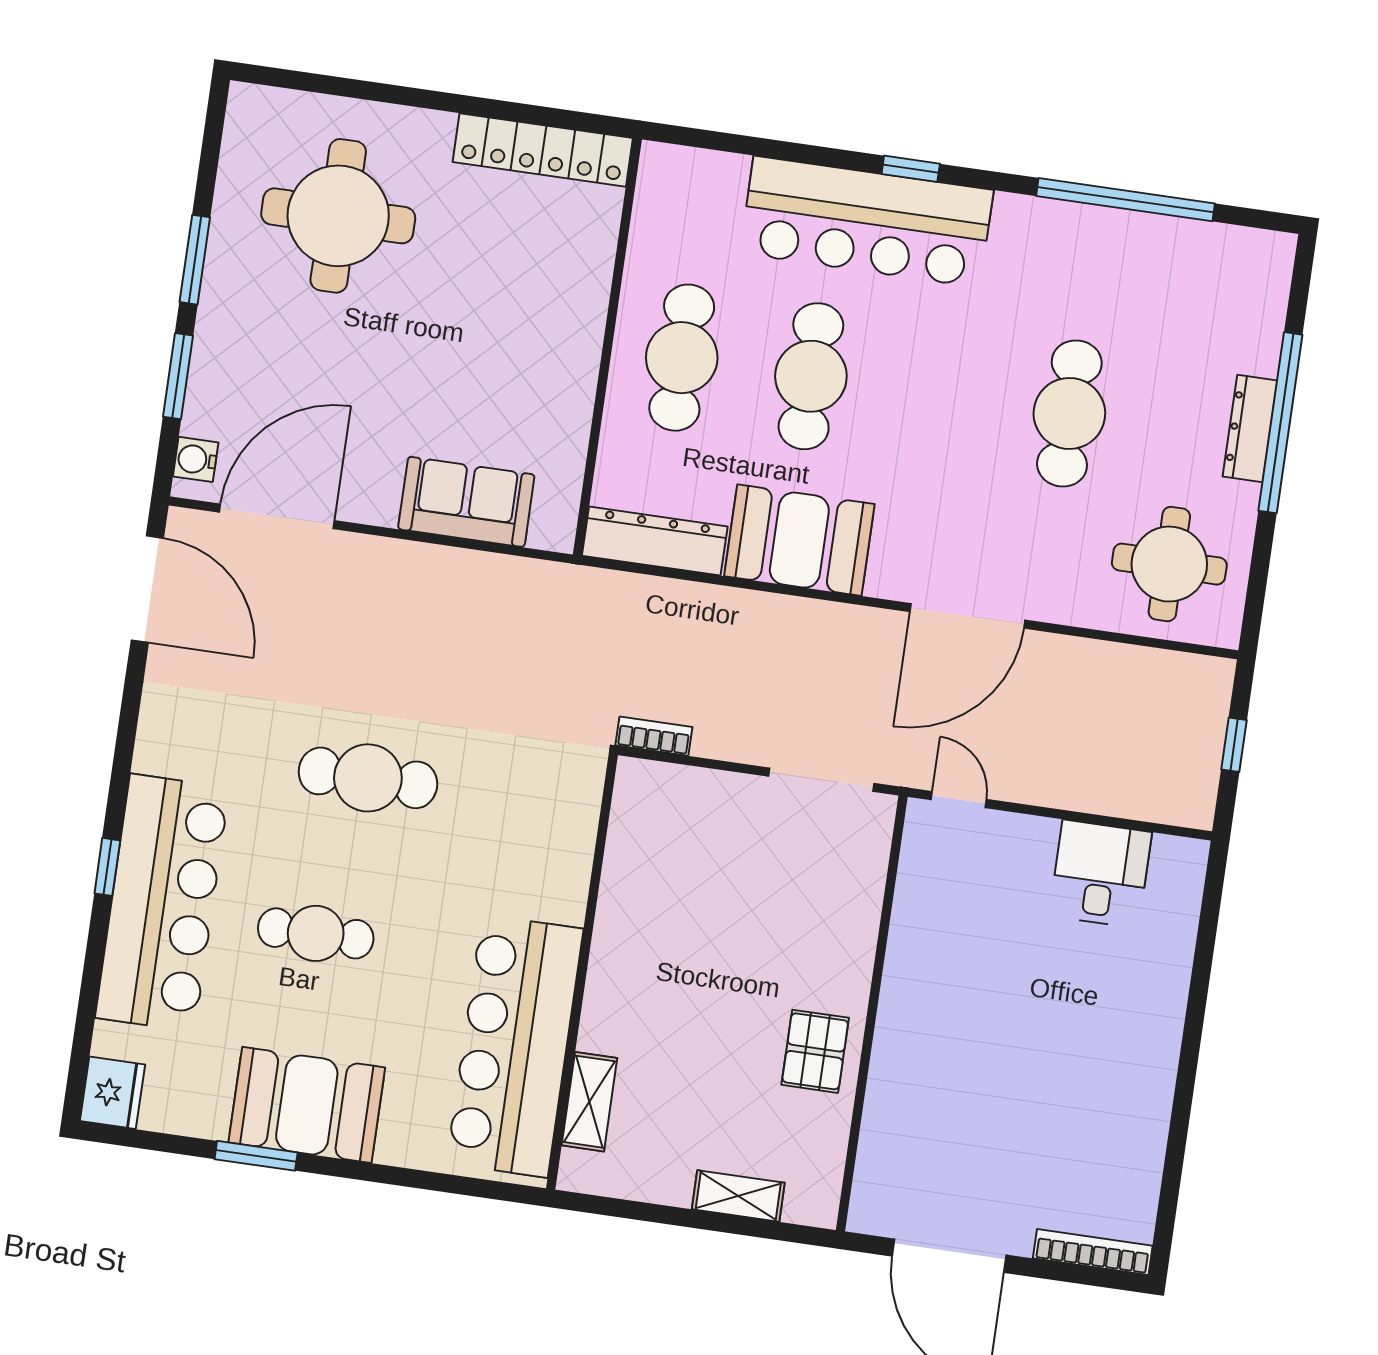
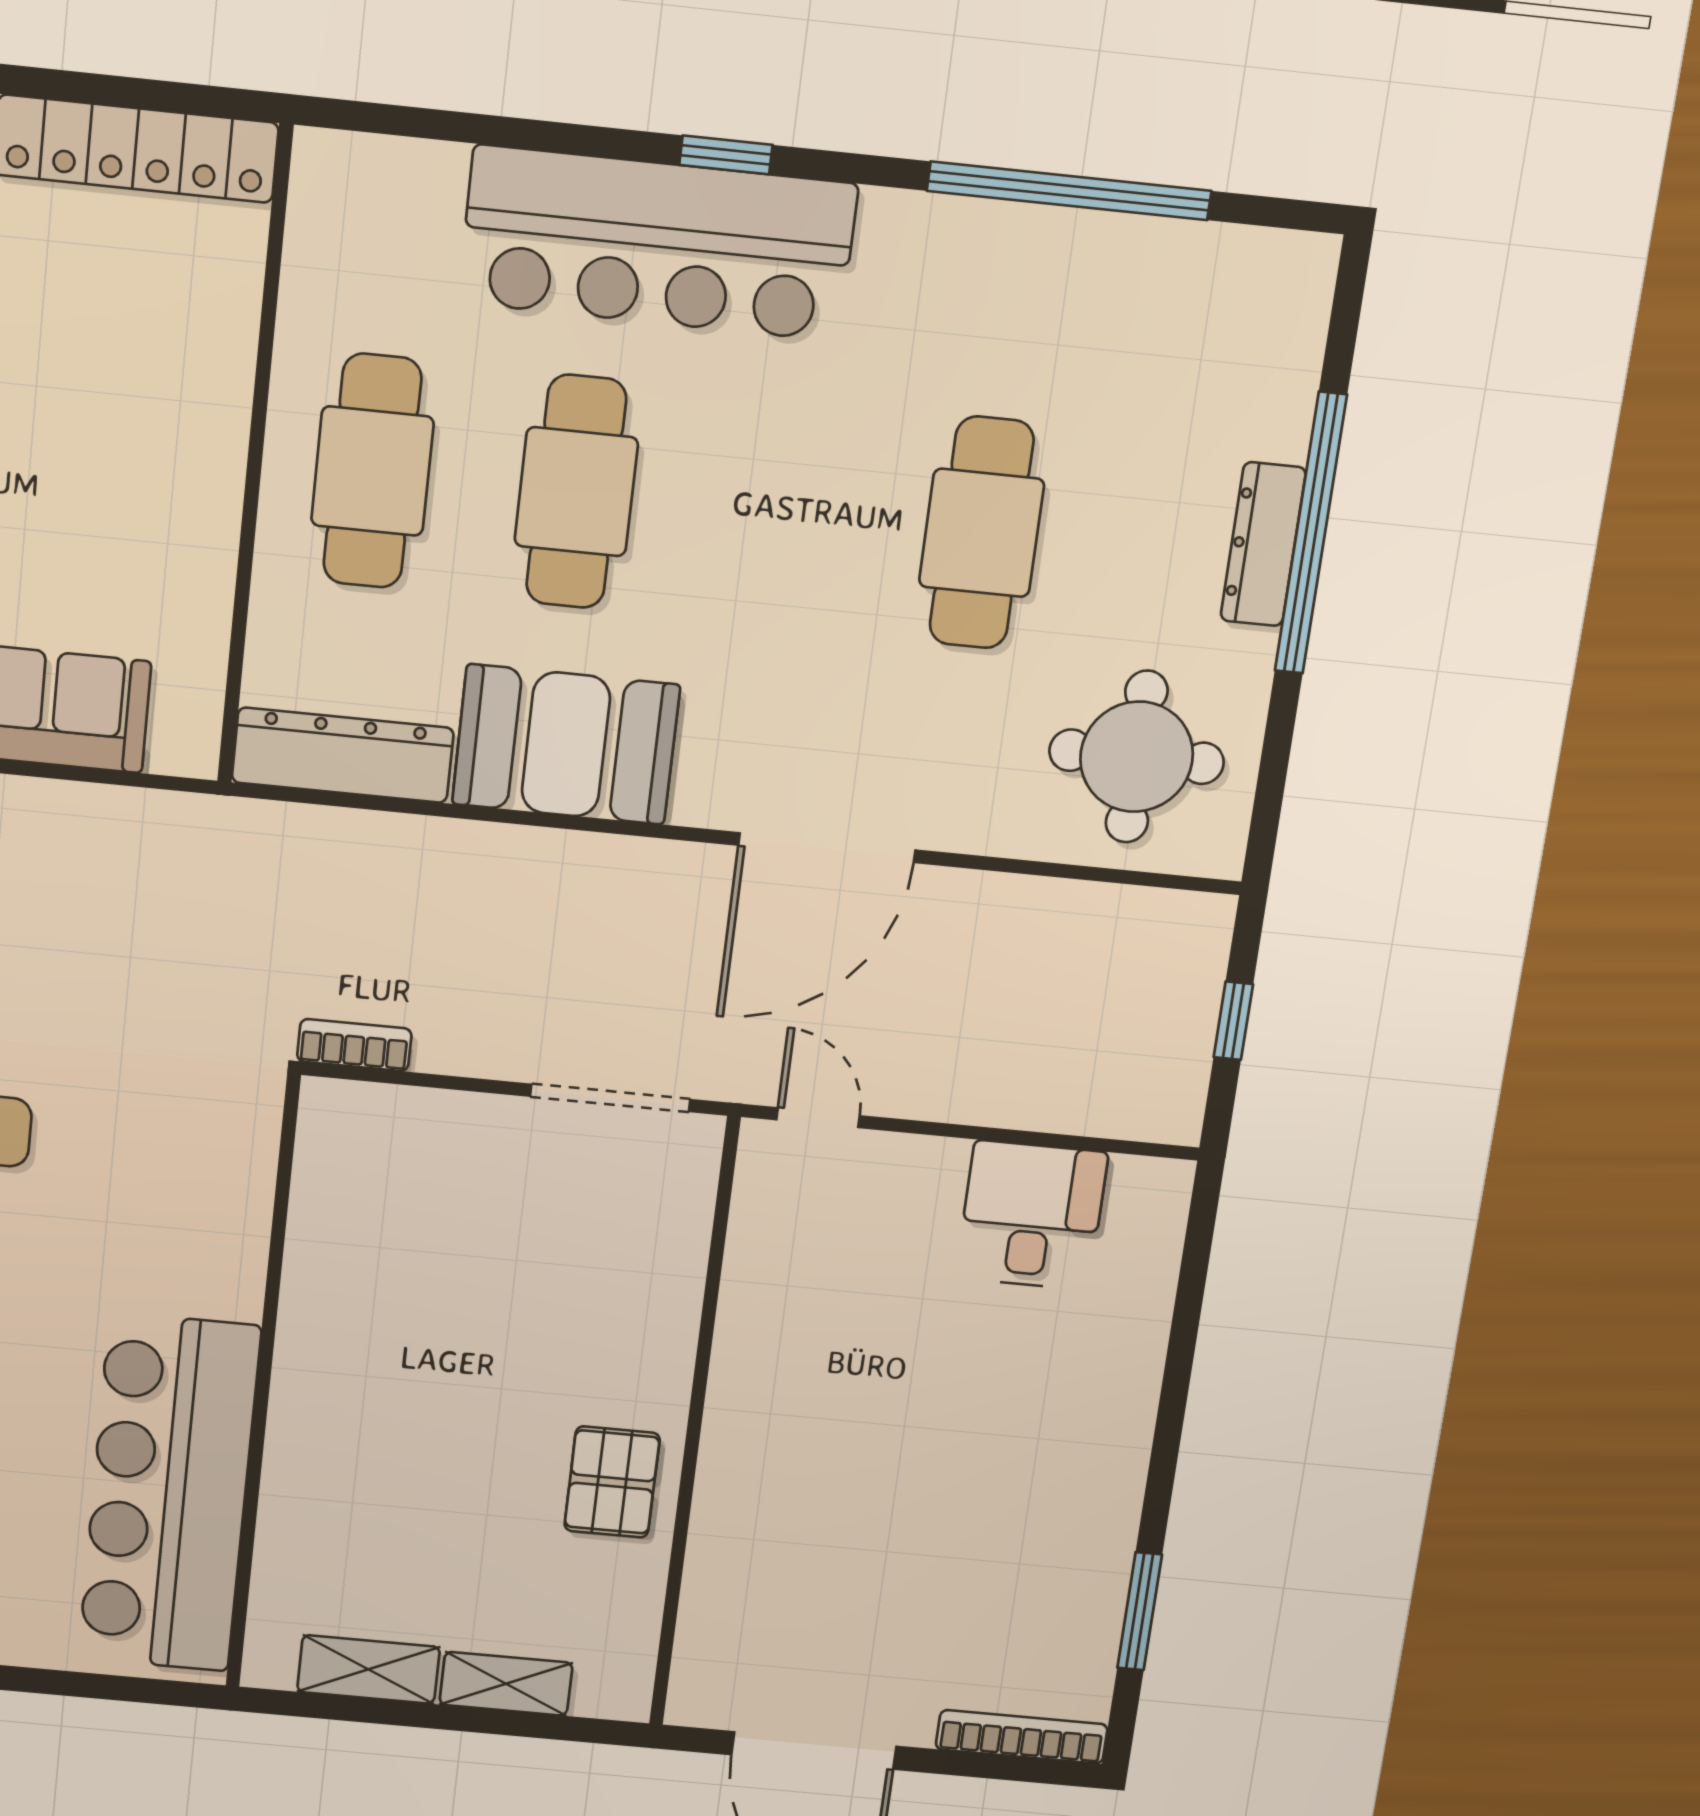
shelving: (589, 1102) -> (368, 1669), moved, turned 90
window: (1174, 1162) -> (1140, 1611), added

